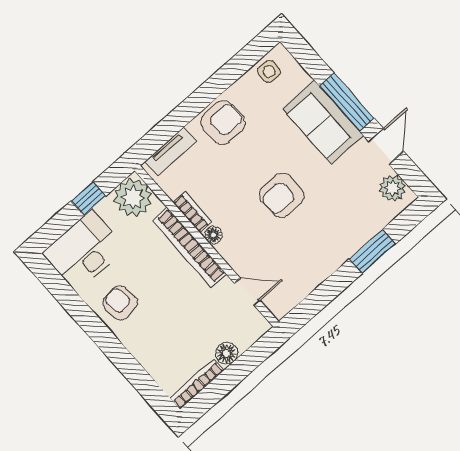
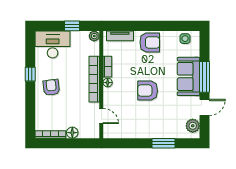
plant: (133, 198) -> (94, 36), width x0.53, depth x0.53
armchair: (120, 303) -> (51, 87), moved
window: (90, 323) -> (30, 74), added

